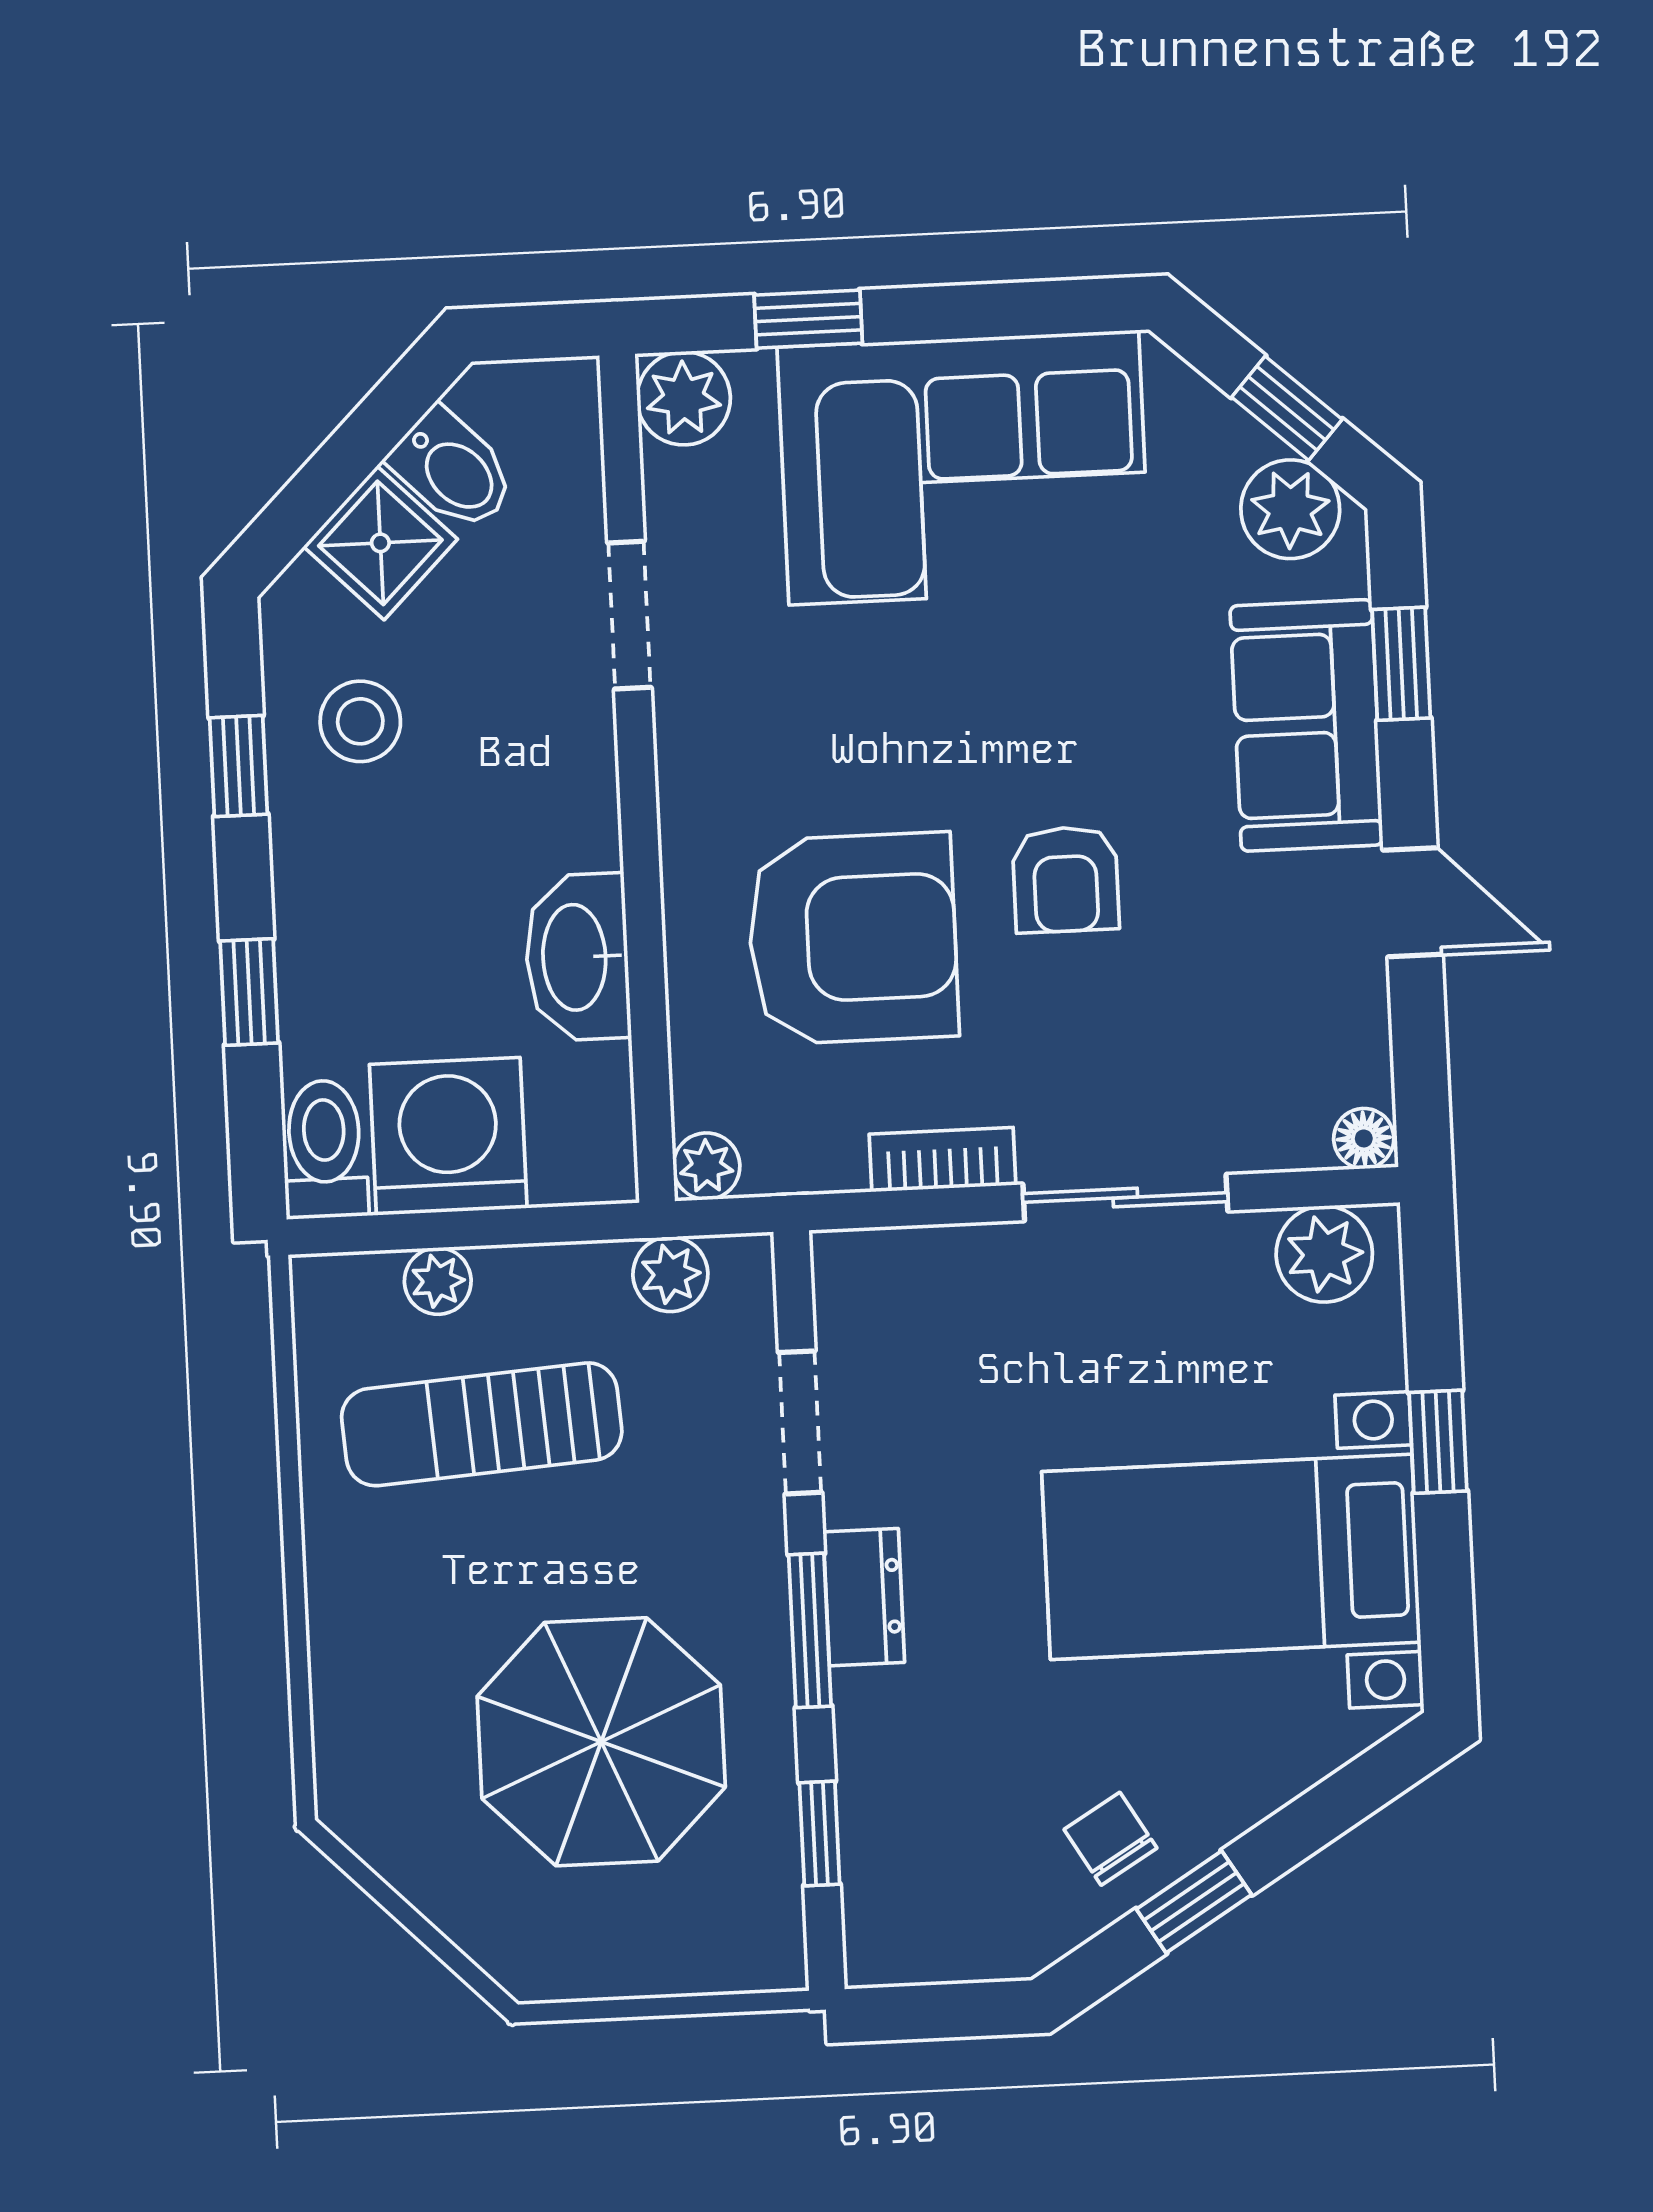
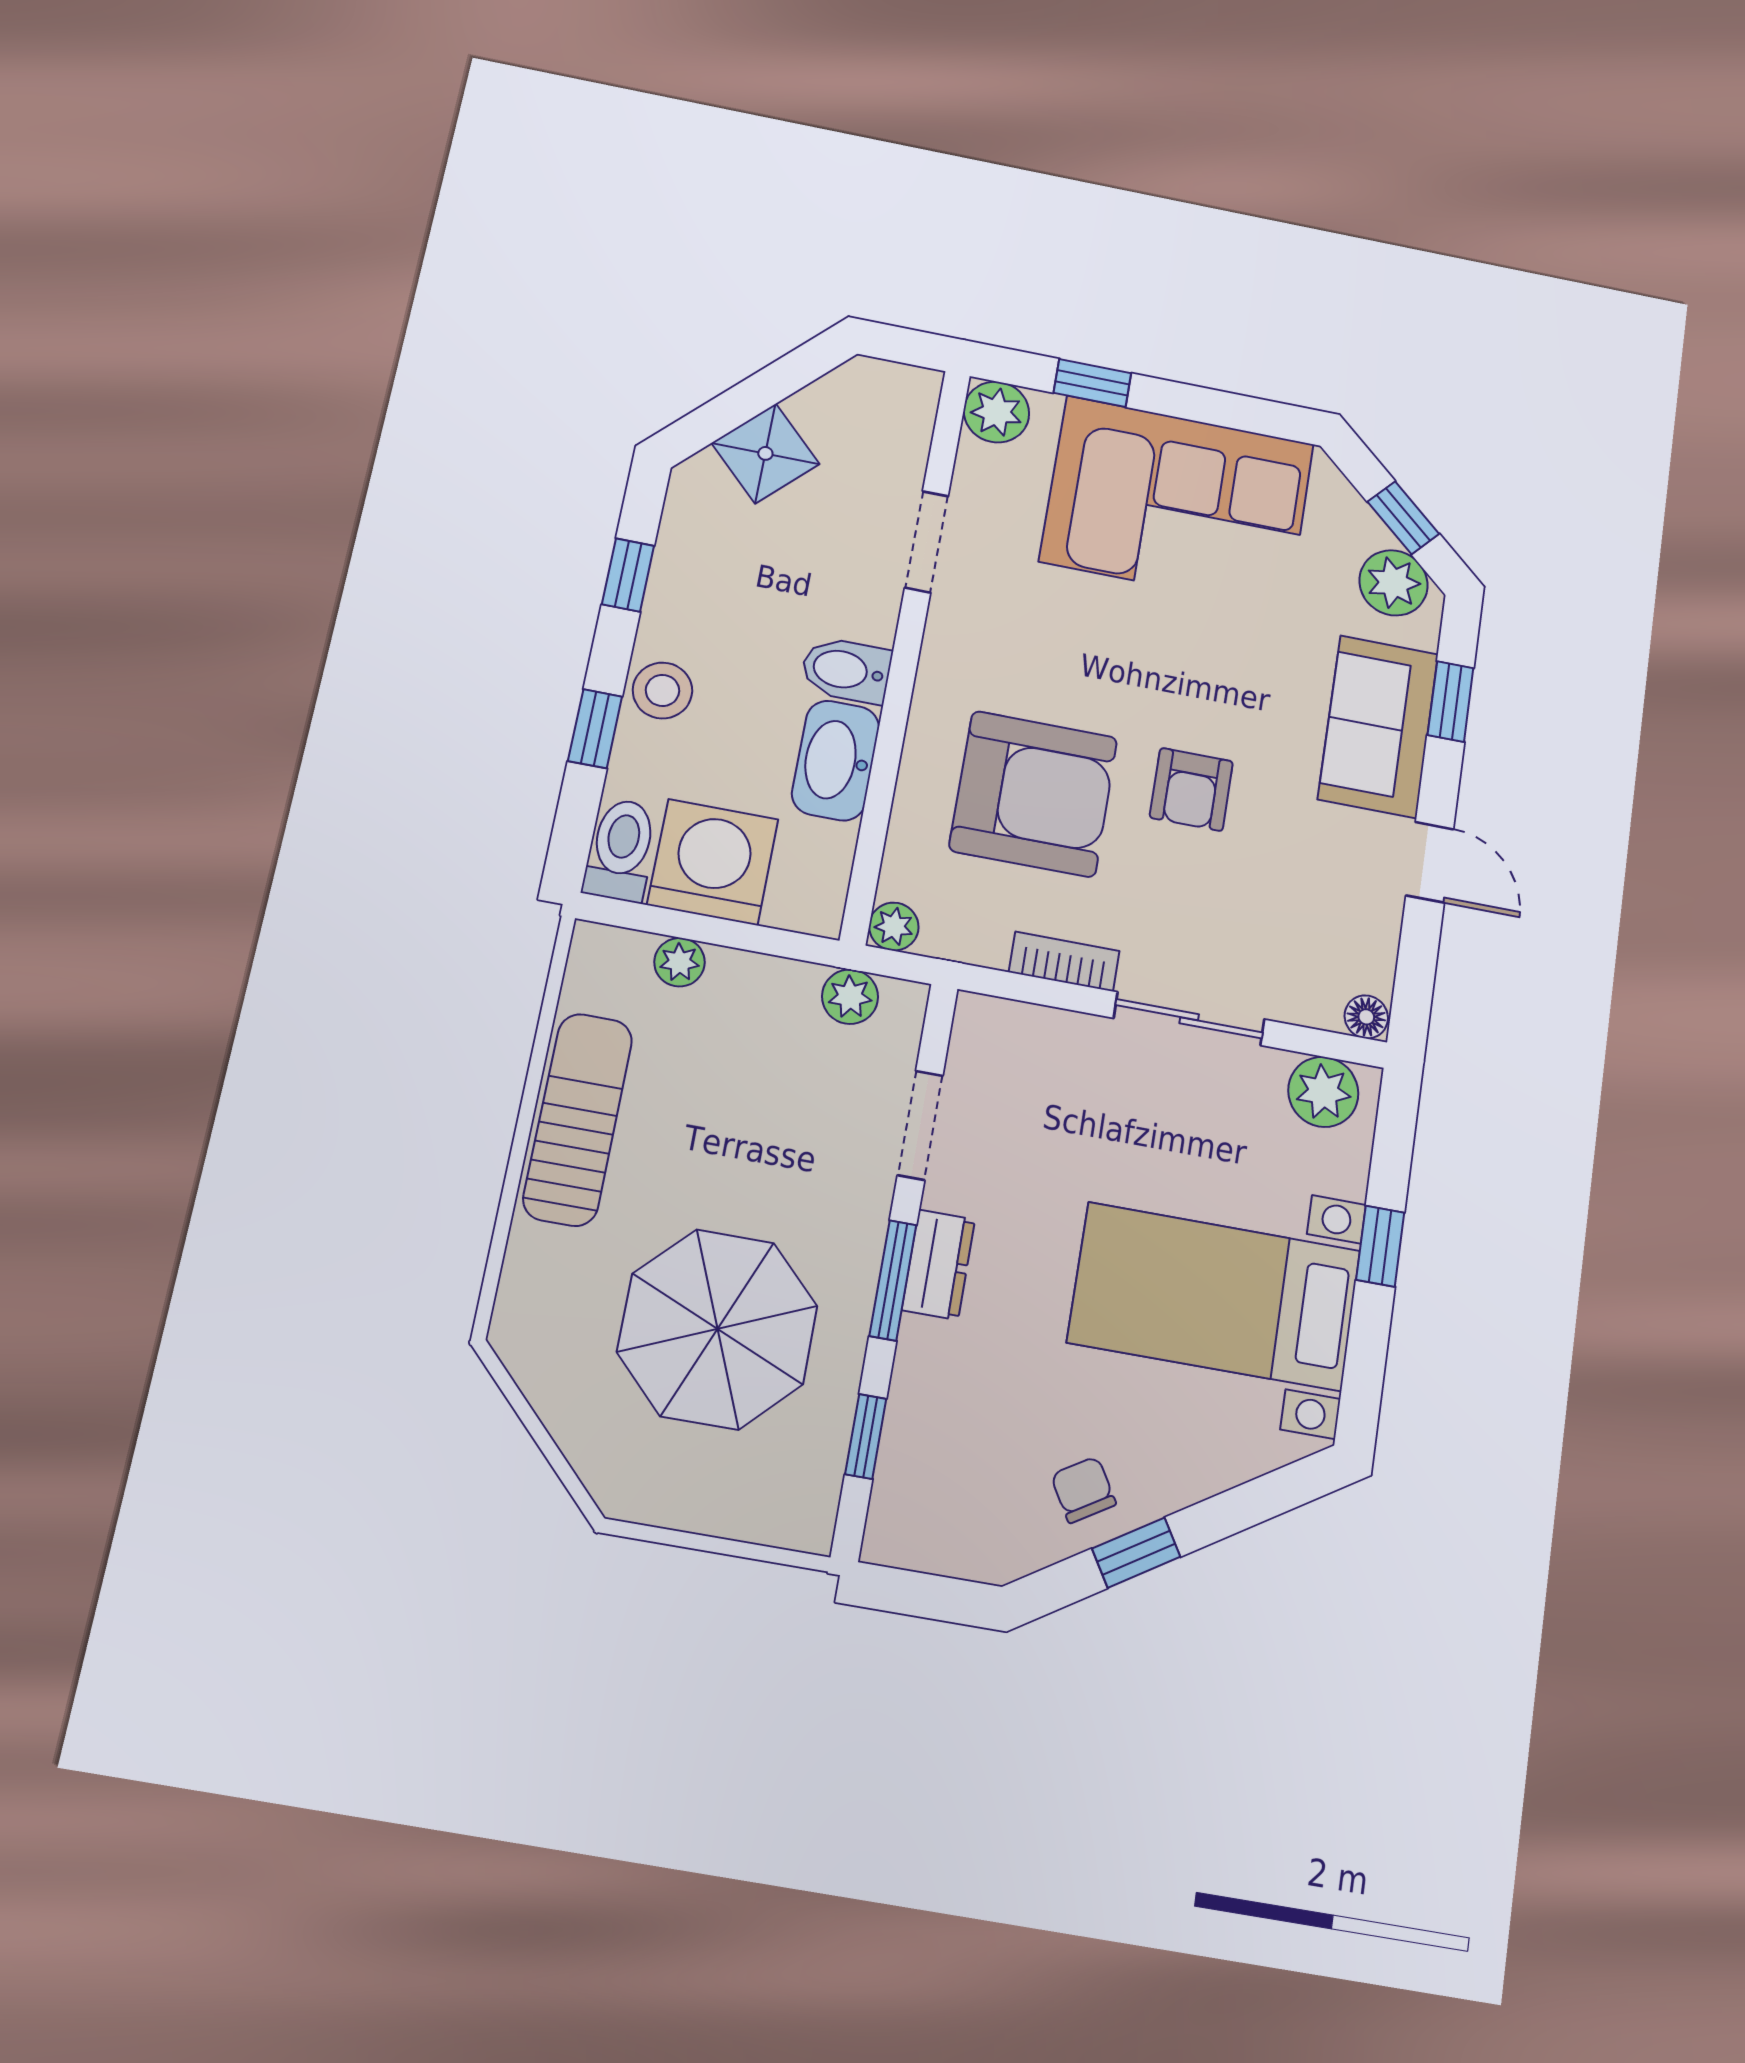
bidet: (453, 470) -> (846, 670), moved, turned 135
stool: (360, 721) -> (662, 690), moved
sun lounger: (482, 1424) -> (578, 1119), moved, turned 94

